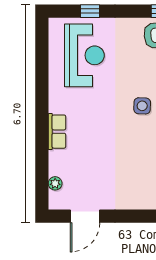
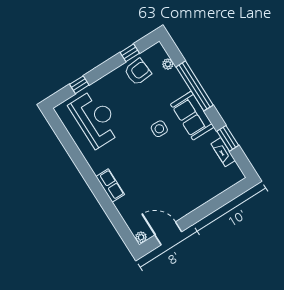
plant: (55, 183) -> (141, 237), moved
door: (85, 216) -> (168, 233), swing flipped

